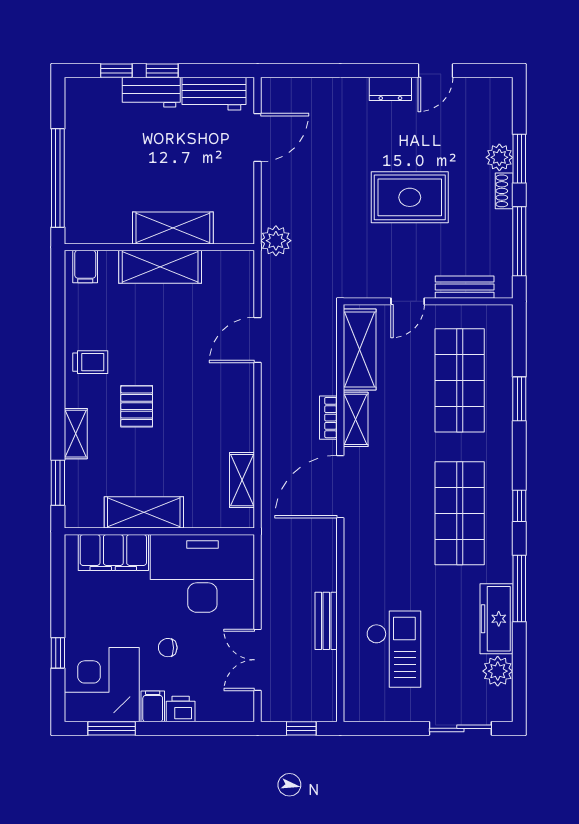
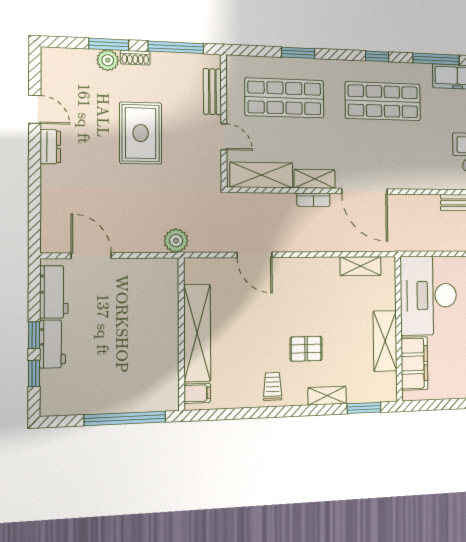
shelving: (173, 228) -> (166, 323), removed
shelving: (160, 267) -> (197, 333), width x1.47

